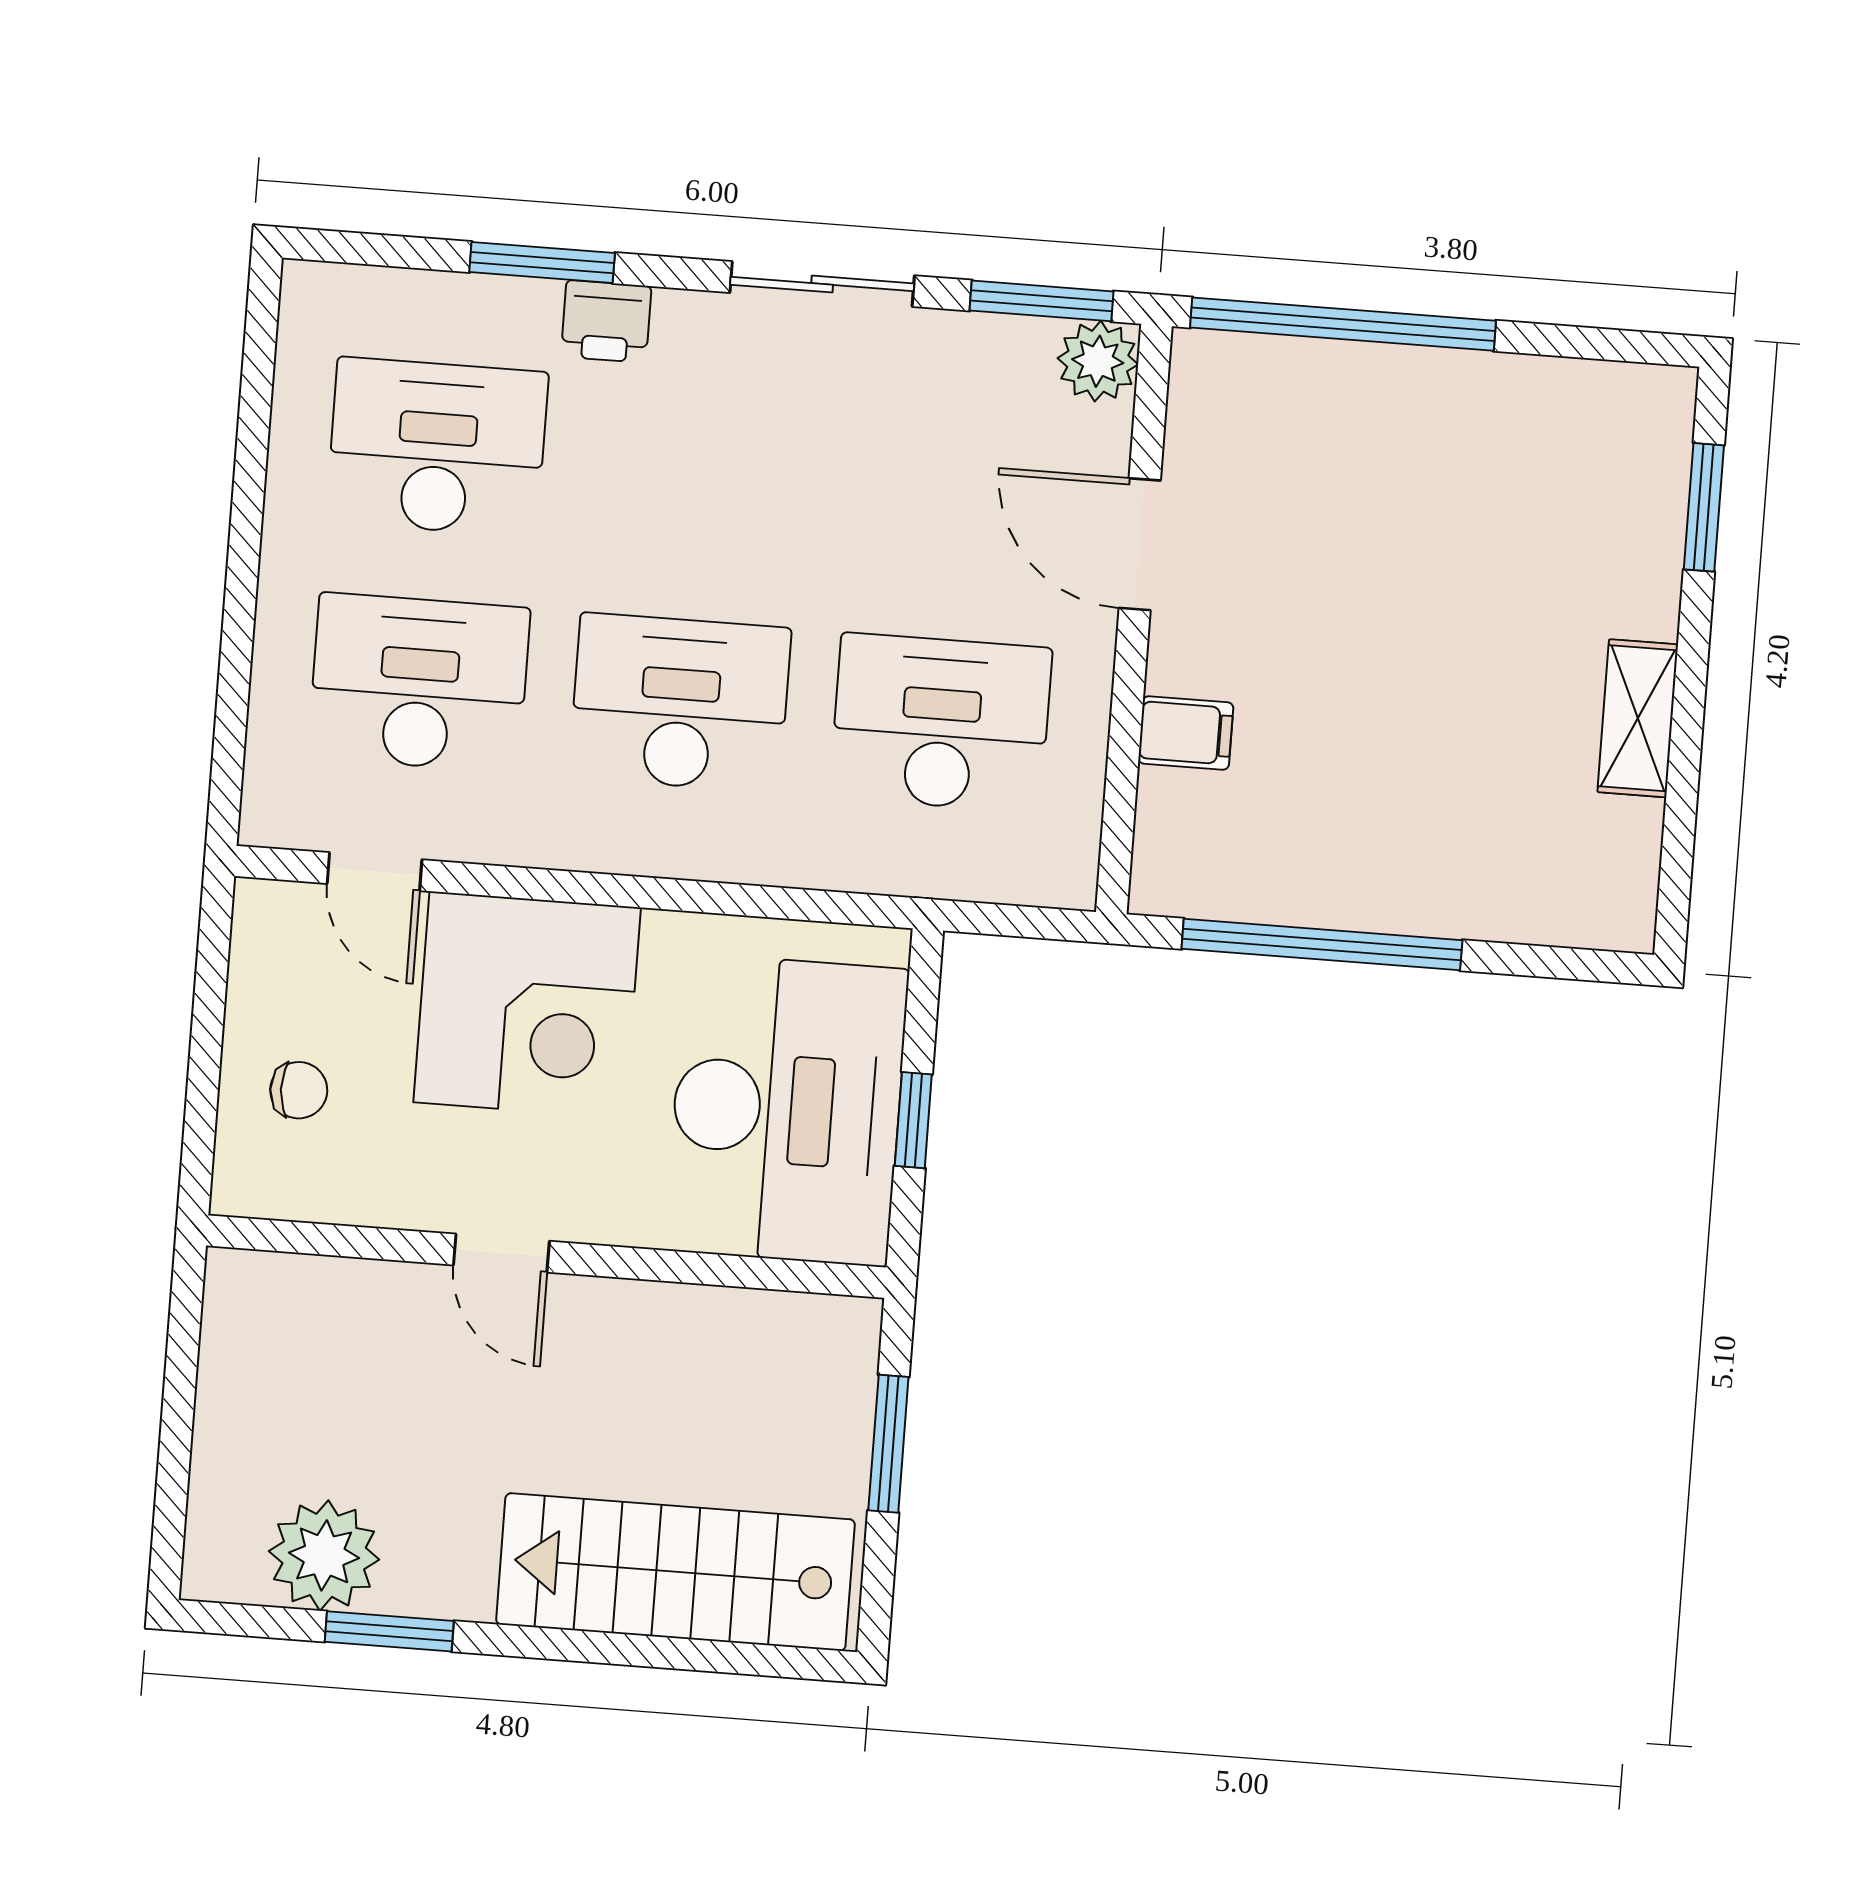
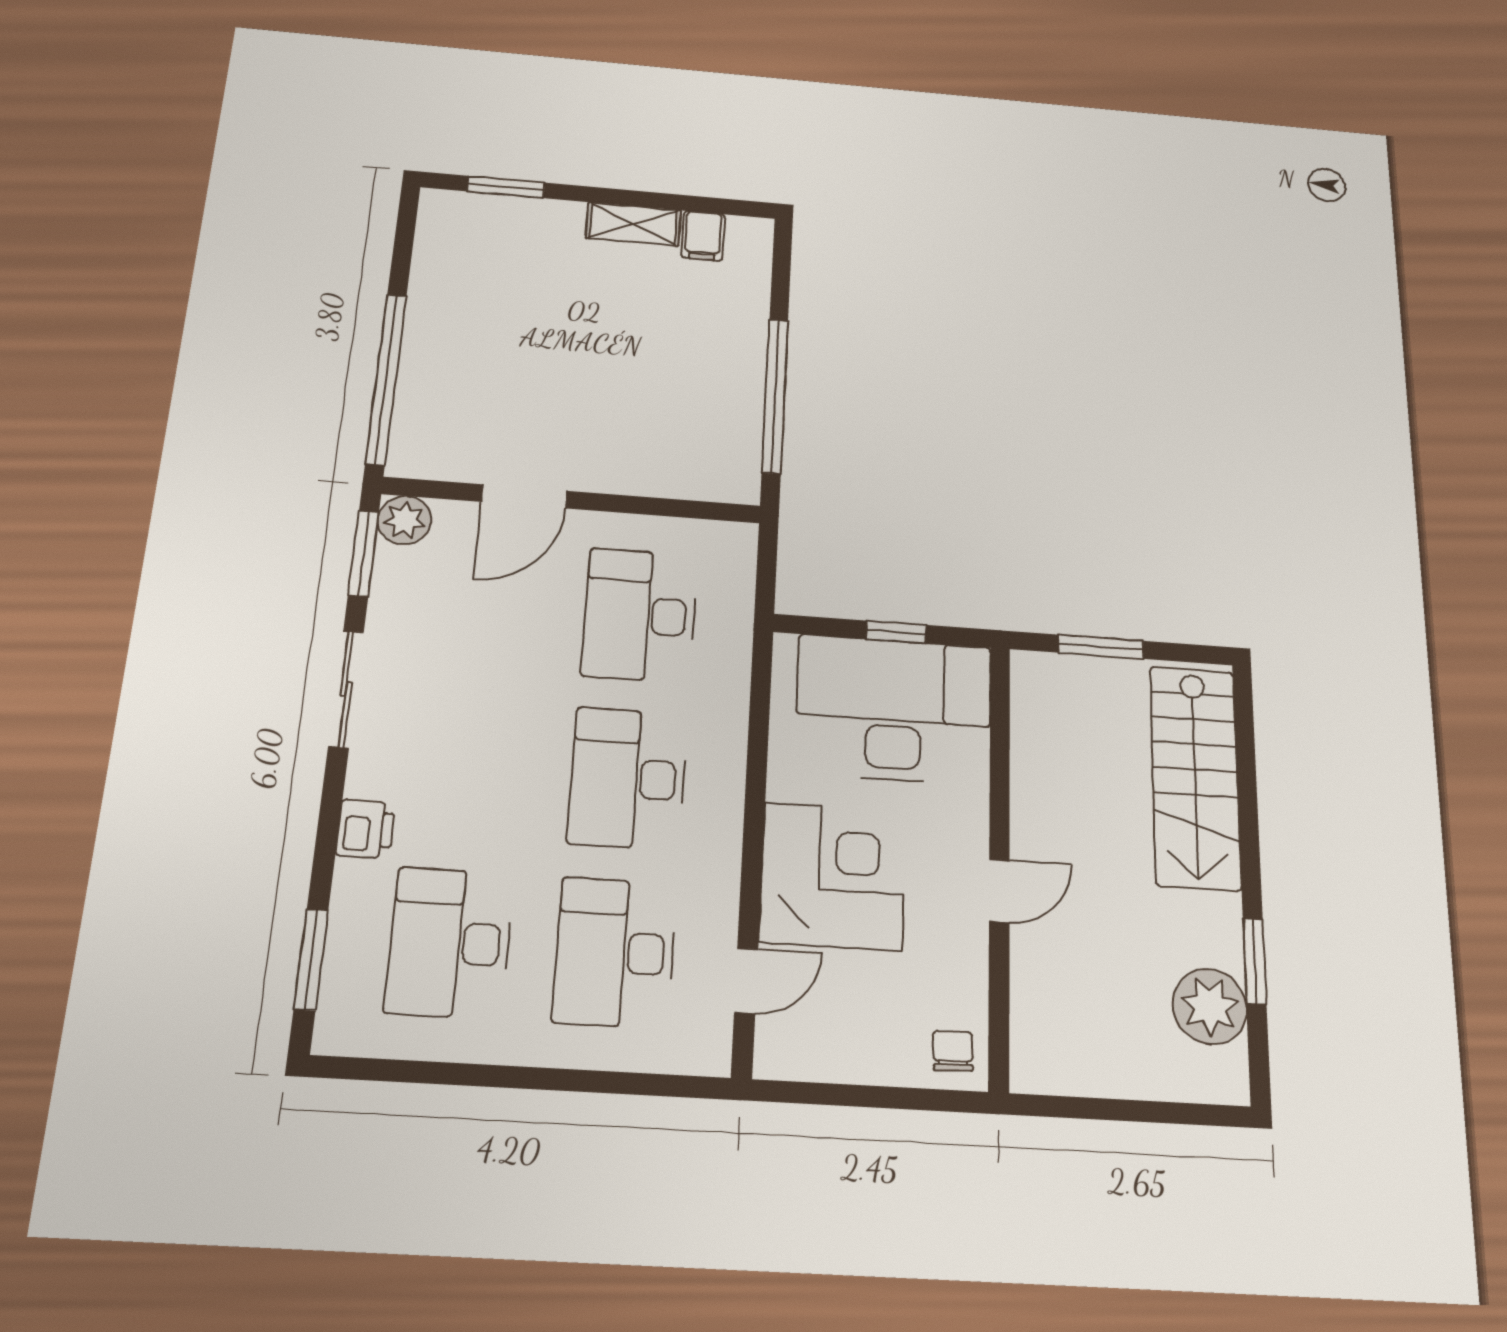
window: (542, 262) -> (311, 959), moved
filing cabinet: (1186, 733) -> (703, 236), moved, turned 180
chair: (299, 1090) -> (953, 1051), moved

